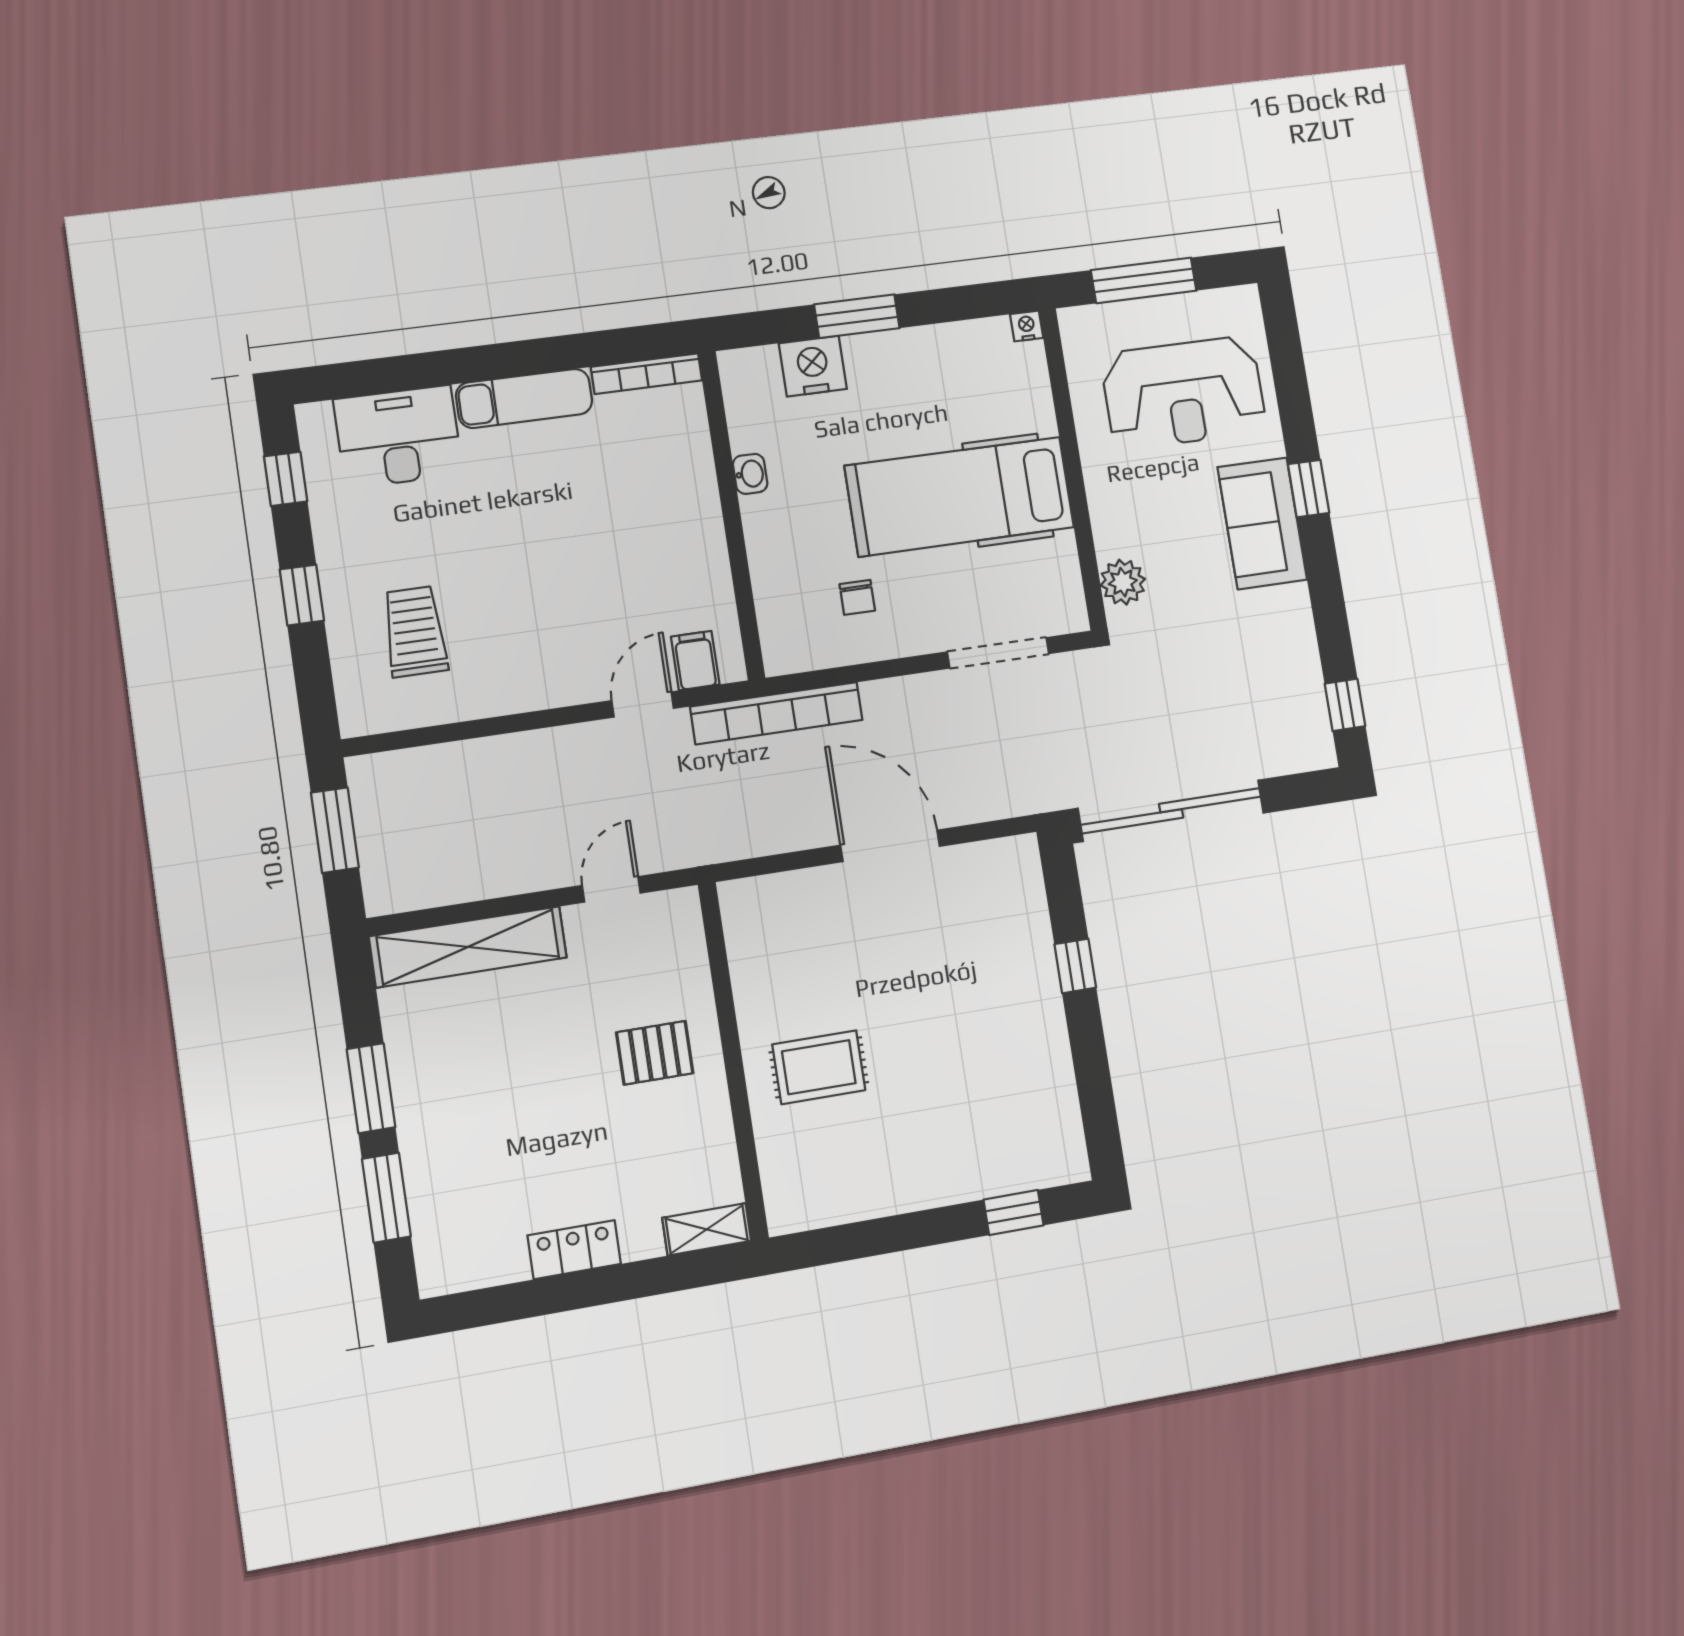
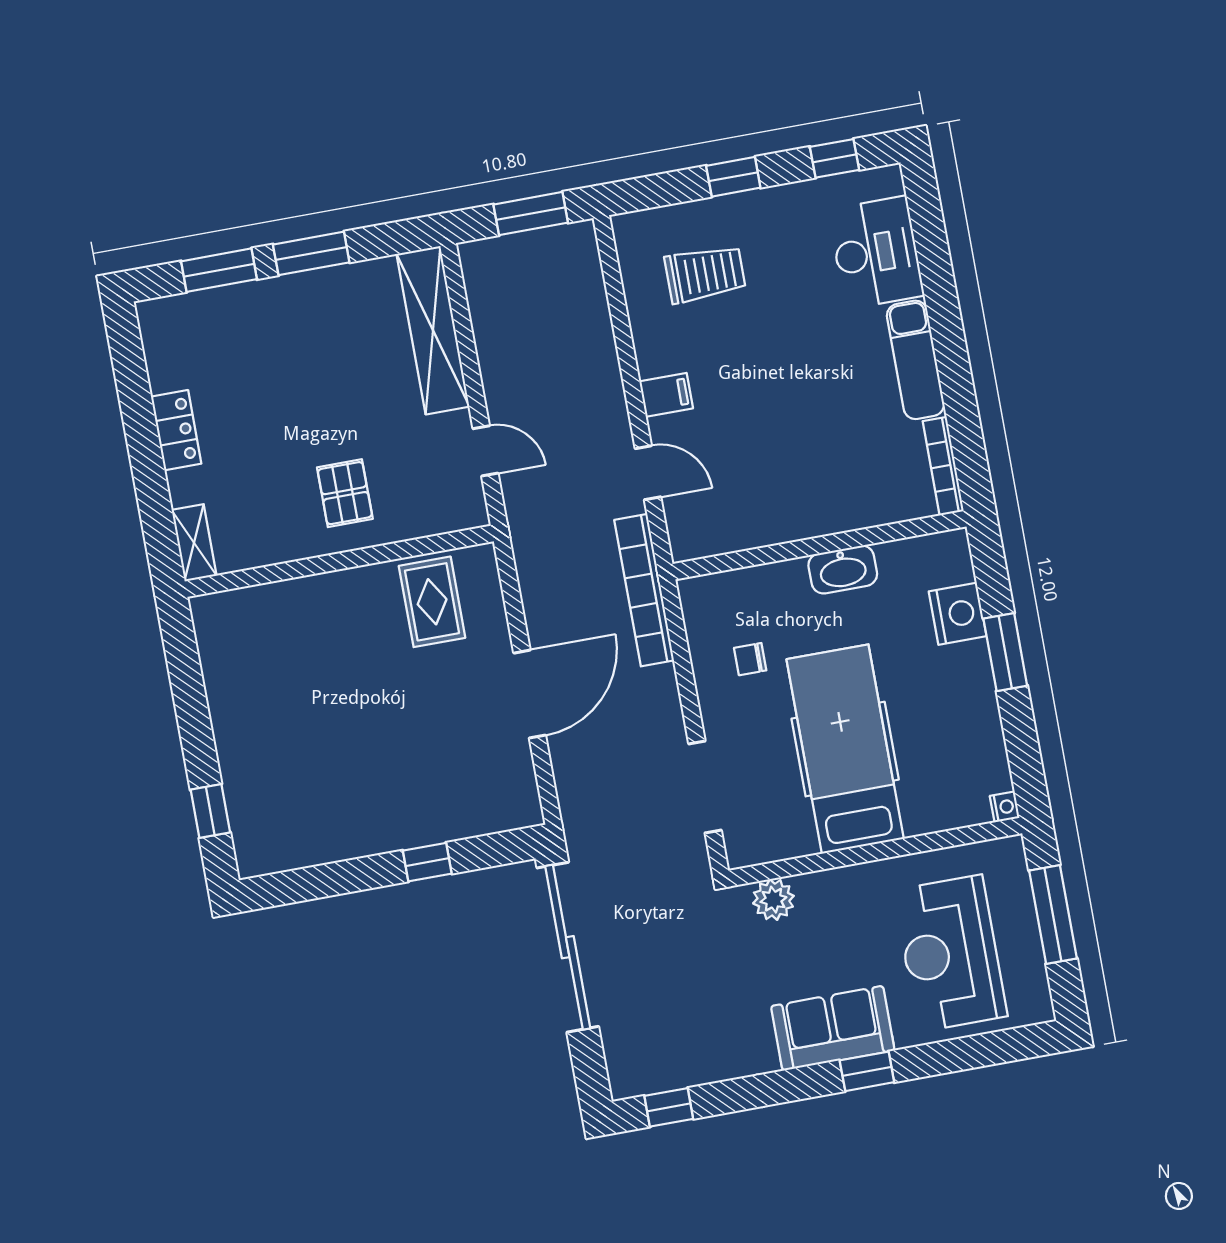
washbasin: (750, 474) -> (843, 570), width x1.91, depth x1.45
filing cabinet: (695, 661) -> (666, 395), moved
rug: (819, 1067) -> (432, 602), moved

